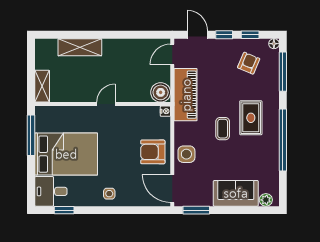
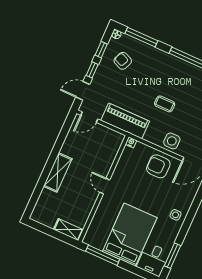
shelving: (80, 47) -> (58, 172), moved
door: (172, 54) -> (89, 117), hinge flipped
boiler: (161, 92) -> (115, 140), removed
rug: (251, 118) -> (166, 78), removed
armchair: (153, 152) -> (158, 166), turned 90
window: (64, 210) -> (173, 256), width x1.50

